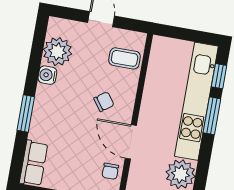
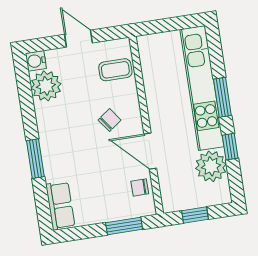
water cooler: (47, 75) -> (36, 61), moved
window: (219, 76) -> (230, 147), moved
chair: (110, 171) -> (140, 187), turned 90

